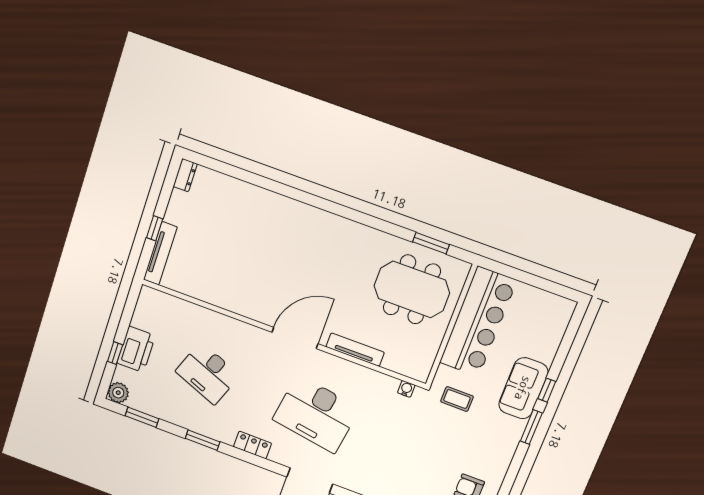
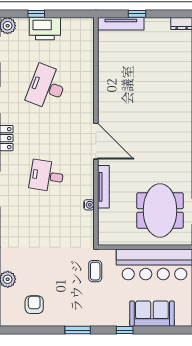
sofa: (523, 388) -> (152, 314), moved
water cooler: (406, 389) -> (89, 205), moved
desk: (316, 414) -> (47, 176), width x0.53, depth x0.77
window: (531, 427) -> (78, 330), moved

